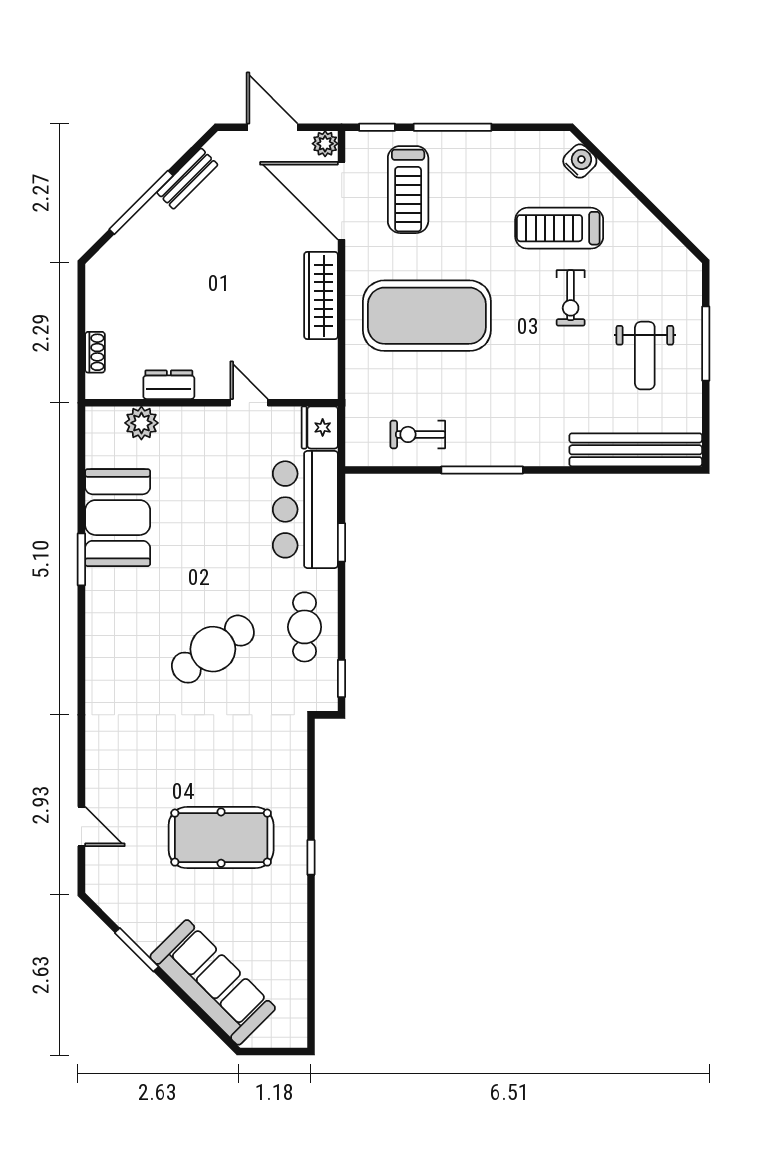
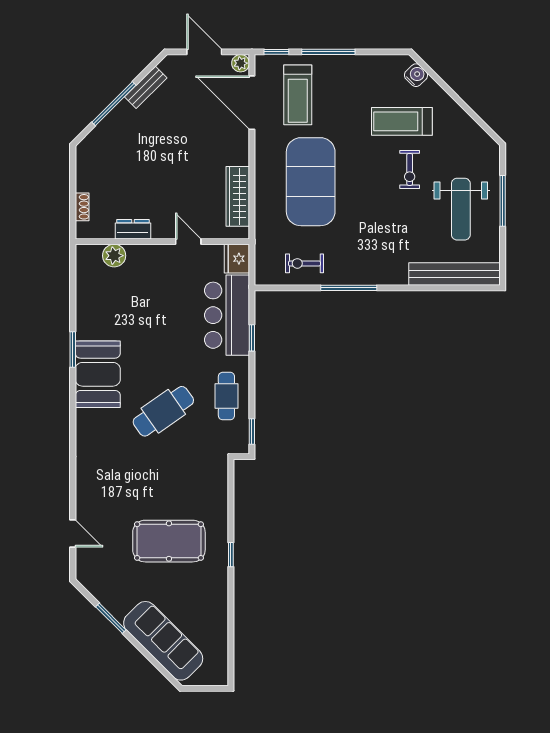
wardrobe: (321, 296) -> (238, 196), moved
exercise mat: (427, 316) -> (311, 182), turned 90
weight bench: (645, 356) -> (461, 209), width x1.36, depth x1.33
booth: (118, 518) -> (98, 374), moved

